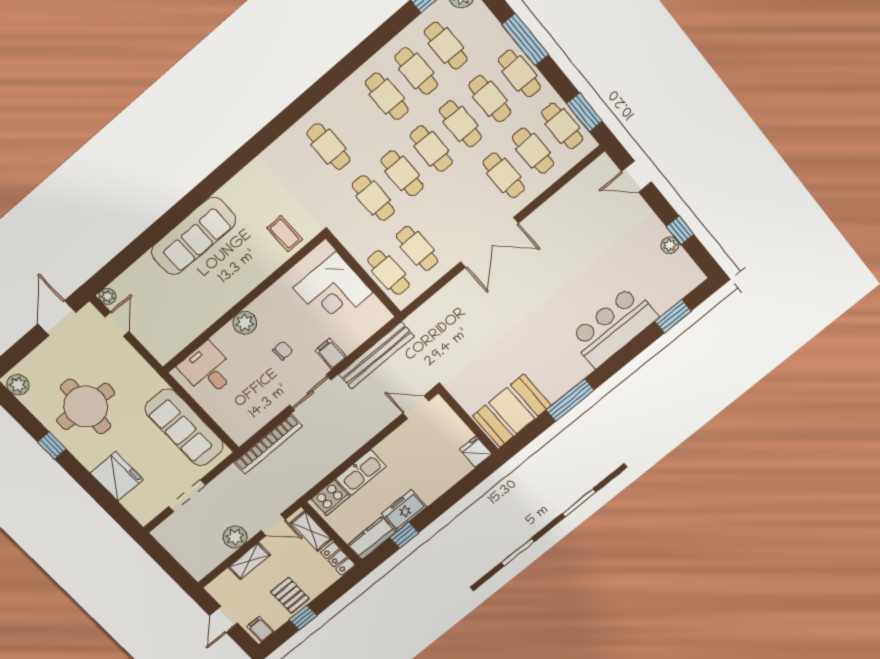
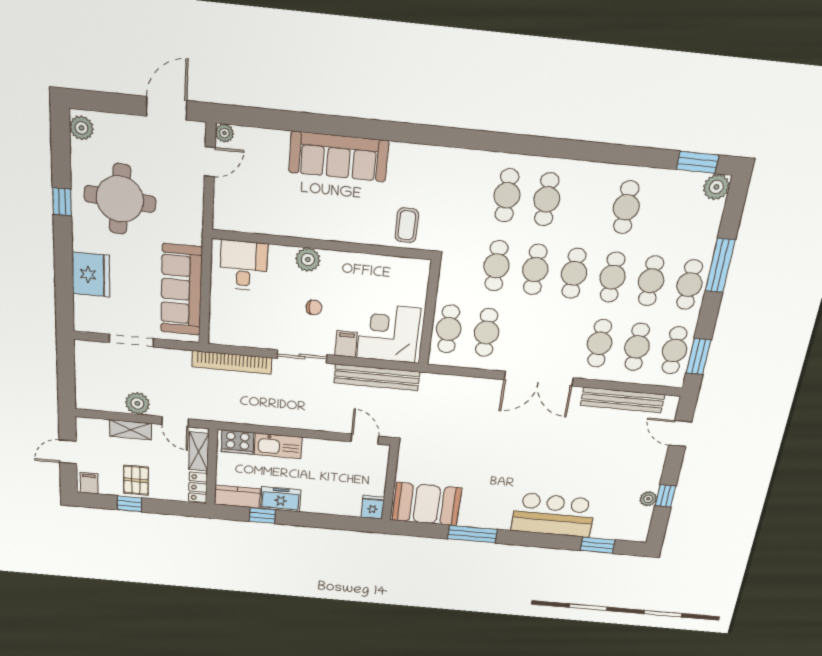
cafe table: (446, 46) -> (666, 211), removed
cafe table: (387, 96) -> (547, 199), moved
bench: (566, 196) -> (622, 400), added
corner desk: (333, 290) -> (388, 333), moved, turned 90

